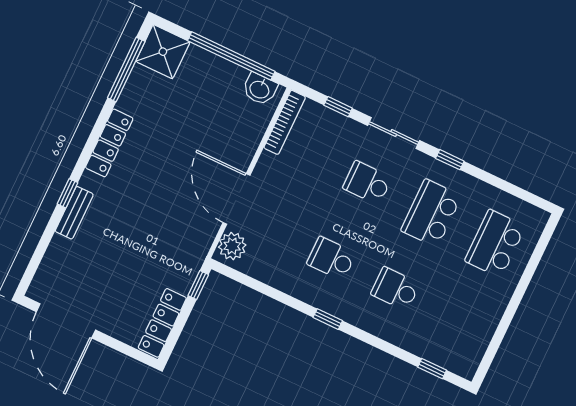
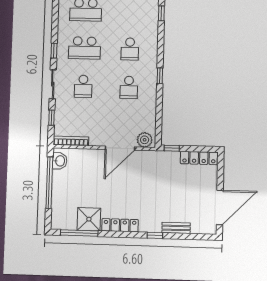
shower: (163, 52) -> (89, 219), moved
bench: (74, 213) -> (176, 228), moved

